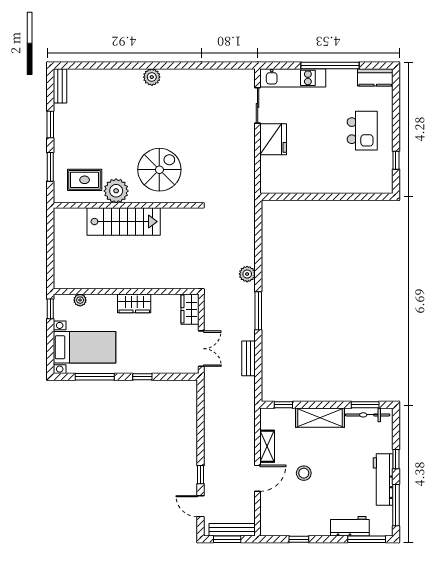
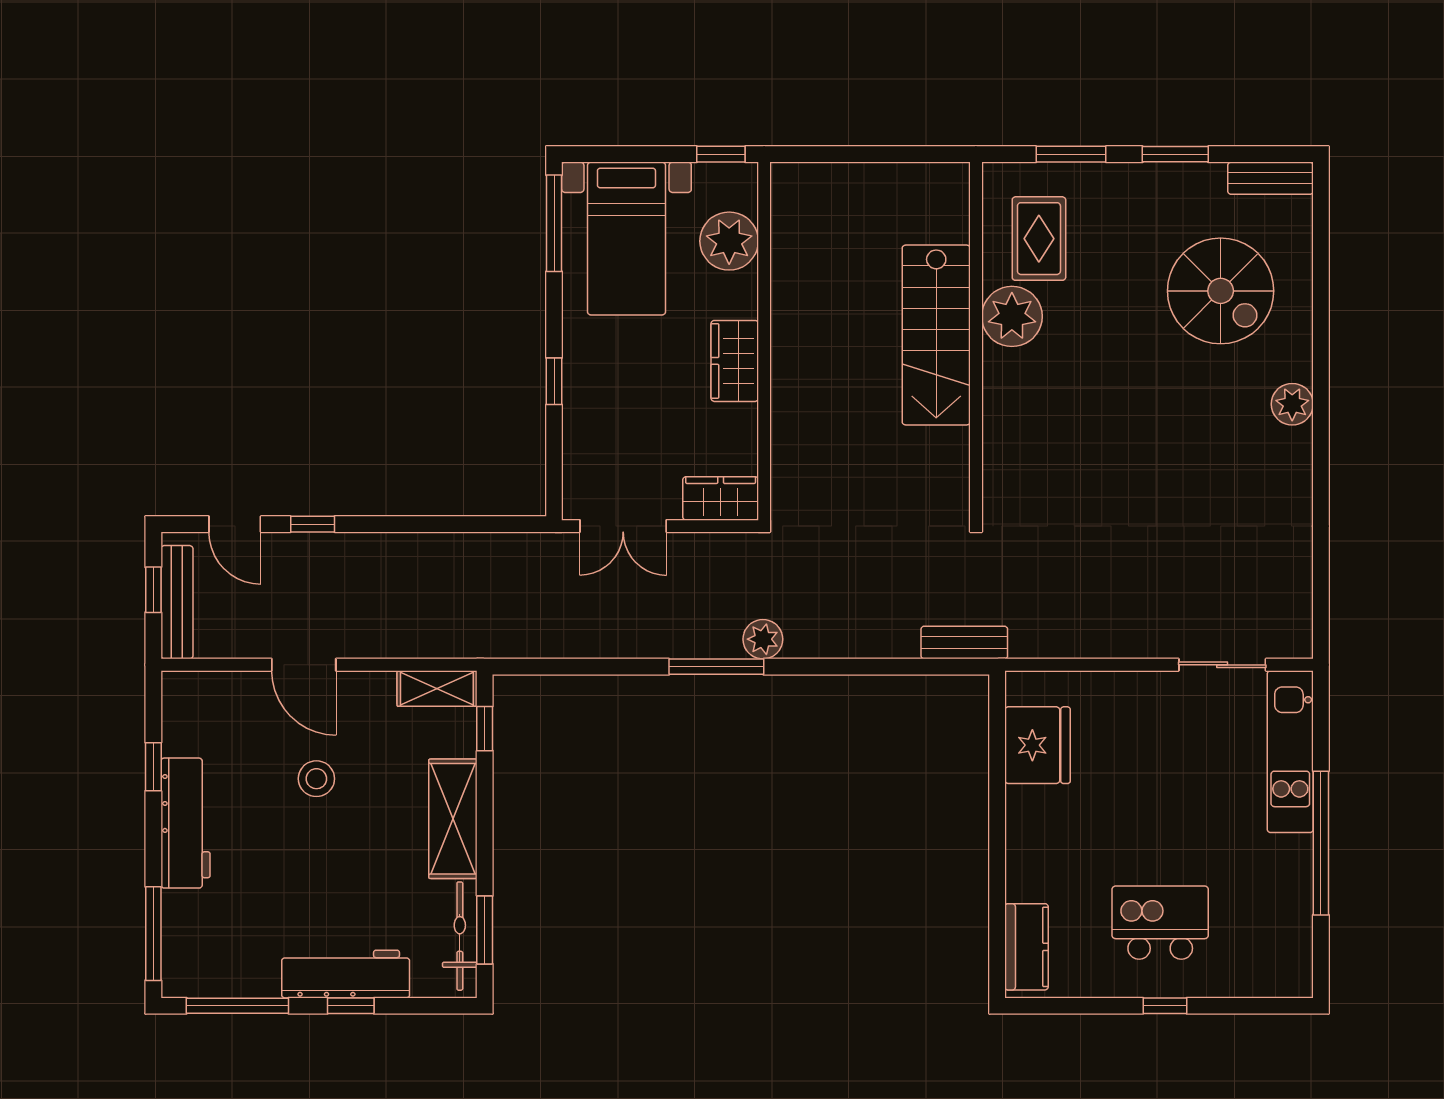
kitchen counter: (375, 77) -> (1027, 947), moved, turned 180
kitchen island: (362, 131) -> (1160, 923), turned 180
fridge: (273, 139) -> (1037, 745), moved, turned -90
window: (396, 160) -> (1165, 1006), moved
spiral stairs: (159, 170) -> (1221, 291), moved
plant: (247, 274) -> (763, 639), moved
plant: (80, 300) -> (729, 241), width x1.88, depth x1.88
bench: (248, 358) -> (964, 643), moved
window: (95, 377) -> (554, 223), moved
shelving: (267, 446) -> (437, 688), moved
workbench: (383, 479) -> (346, 974), moved
door: (200, 506) -> (235, 524), swing flipped
workbench: (350, 526) -> (185, 823), moved, width x1.38
window: (227, 539) -> (153, 590), width x0.67

